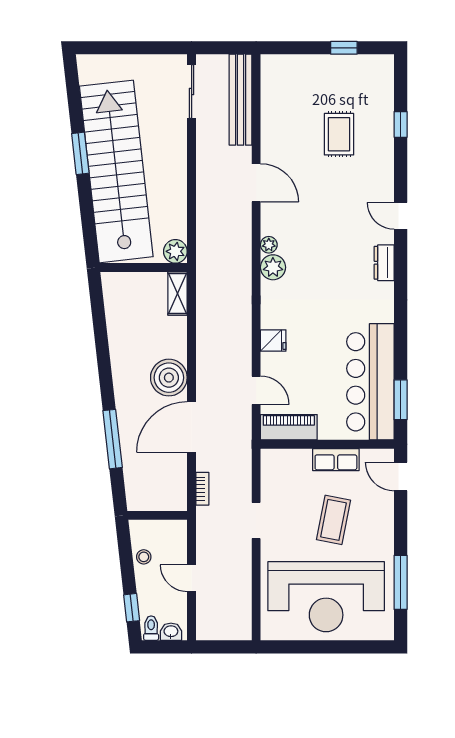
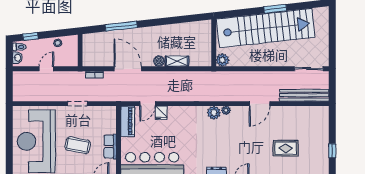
shelving: (177, 294) -> (177, 61), moved
fridge: (273, 340) -> (161, 113), moved
boiler: (169, 378) -> (159, 61), width x0.54, depth x0.54

